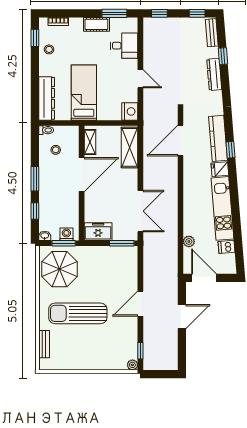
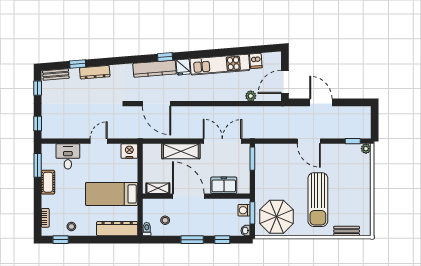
shelving: (130, 147) -> (181, 151), moved
freezer: (98, 232) -> (224, 185), moved, turned 90

